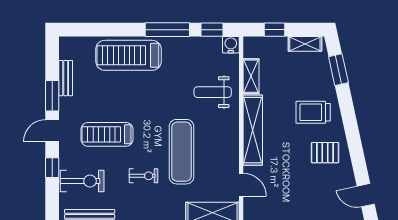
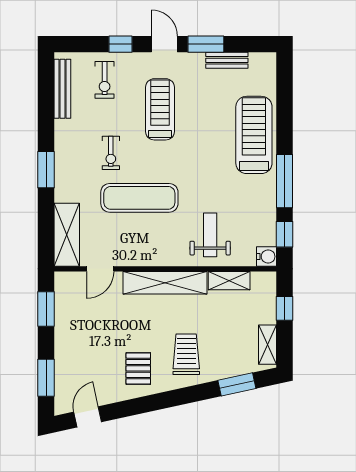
exercise bike: (82, 181) -> (105, 80), width x0.73, depth x0.72

